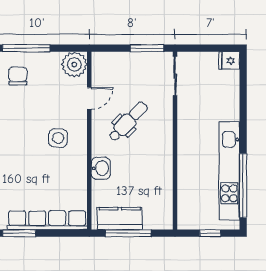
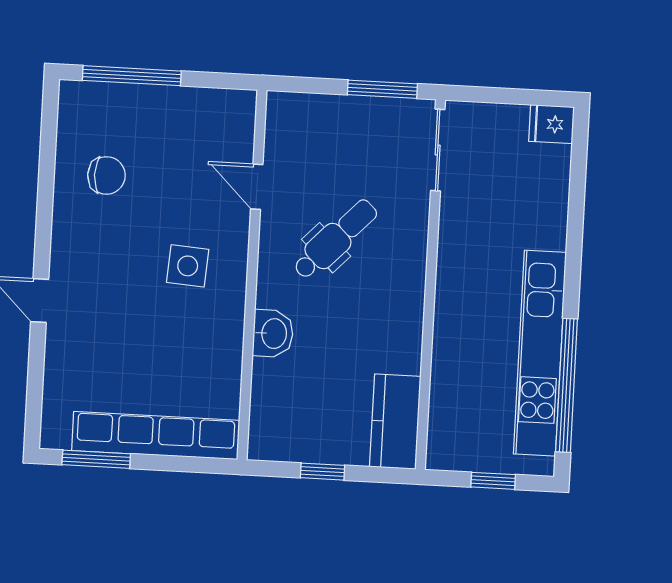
plant: (74, 64) -> (230, 115), removed
chair: (18, 76) -> (106, 175), moved, turned 90
door: (89, 98) -> (257, 187), swing flipped
kitchen counter: (120, 219) -> (395, 422), moved, turned -90
window: (128, 233) -> (322, 472), width x0.46

